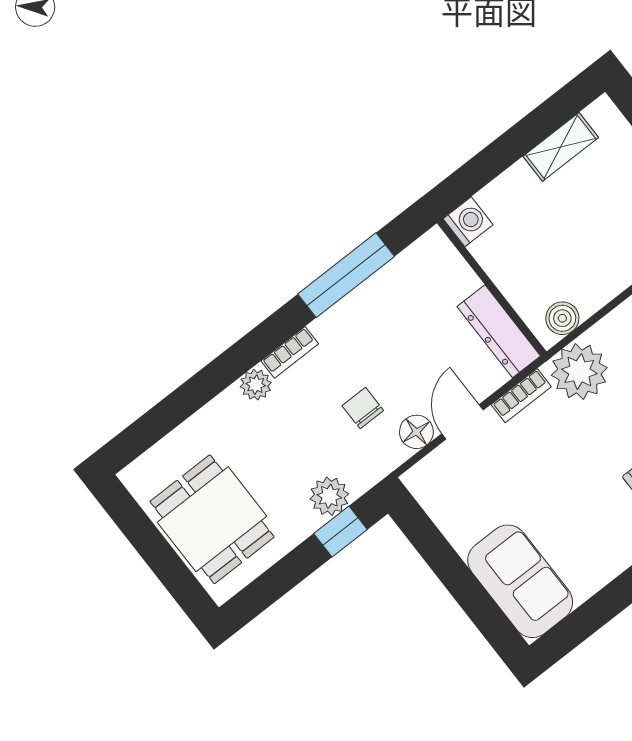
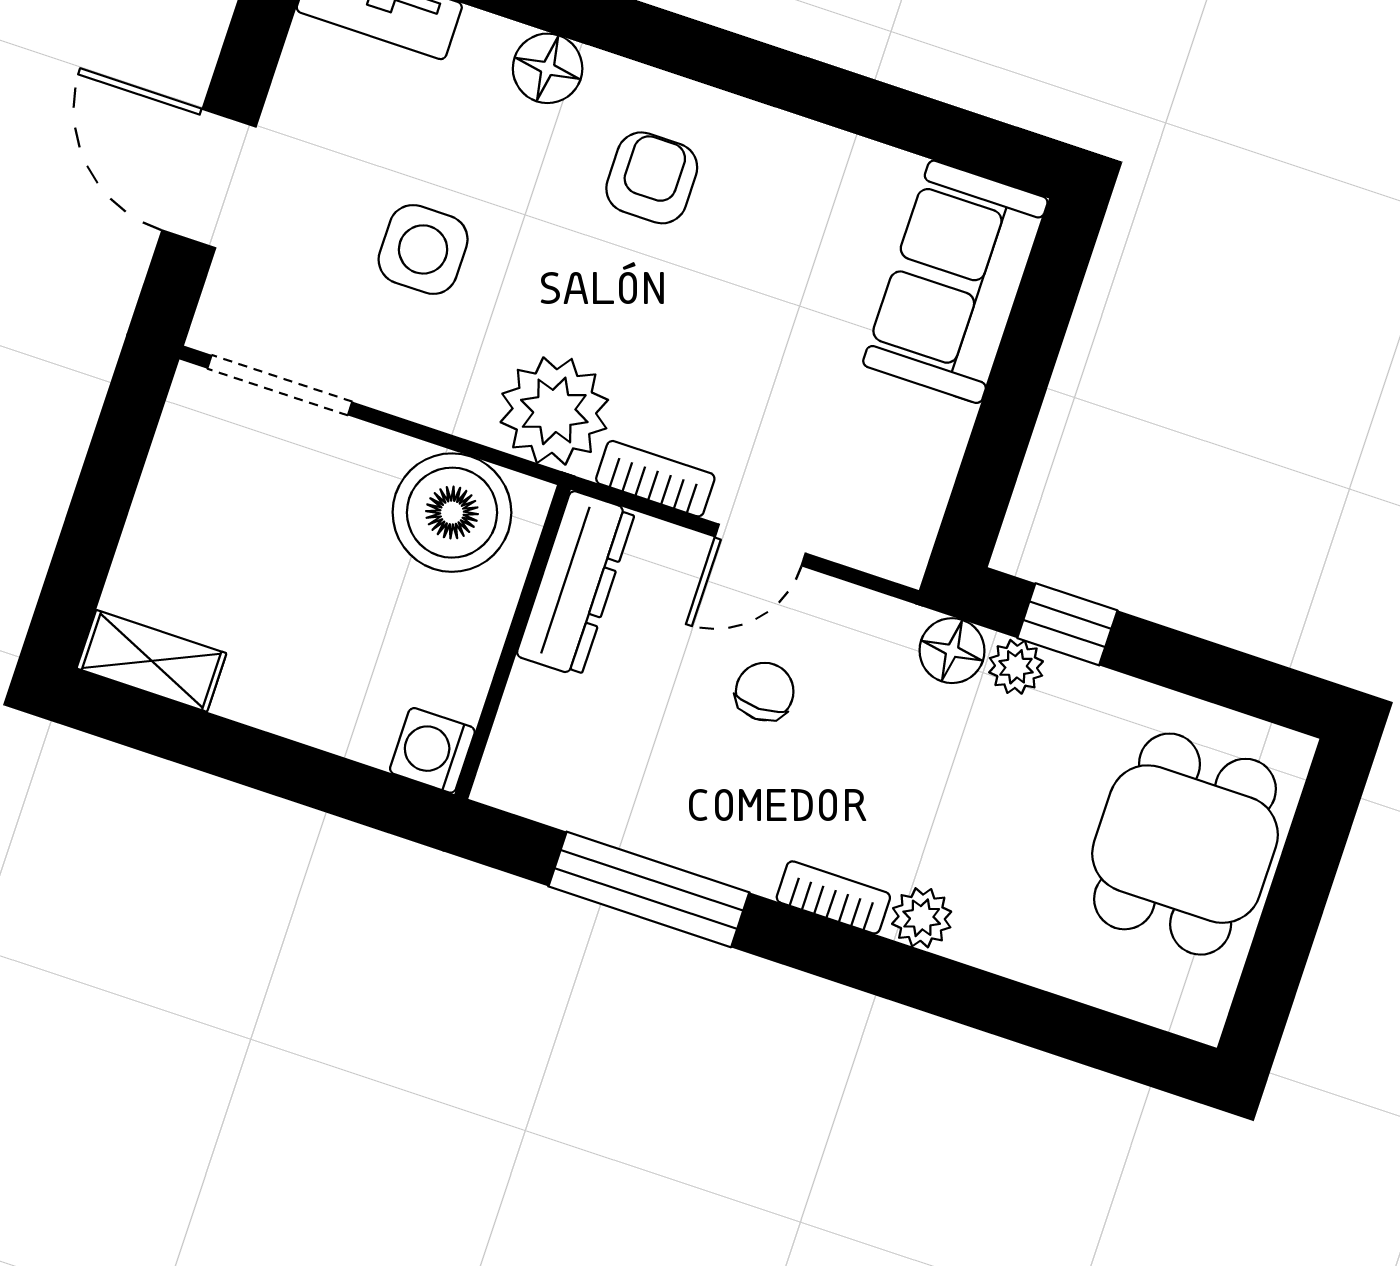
shelving: (561, 147) -> (152, 661), moved
boiler: (562, 318) -> (452, 513), width x1.86, depth x1.86
chair: (363, 408) -> (765, 692), moved, turned 180
floor lamp: (416, 432) -> (952, 651), moved
plant: (329, 496) -> (1016, 667), width x0.73, depth x0.73

